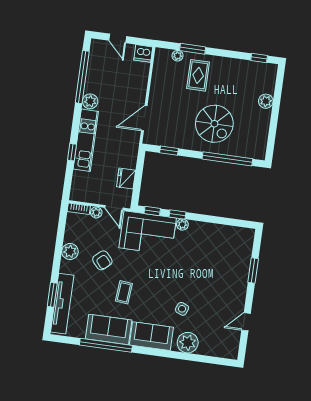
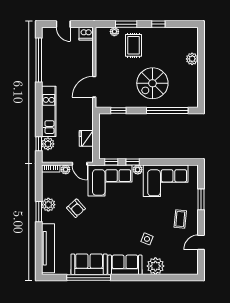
window: (259, 58) -> (158, 24), moved
plant: (90, 101) -> (48, 144), moved
spiral stairs: (214, 124) -> (152, 83), turned 90
window: (72, 152) -> (39, 144), moved
corner sofa: (214, 242) -> (166, 181), added
coffee table: (124, 292) -> (180, 219), moved
window: (52, 295) -> (39, 212), moved

